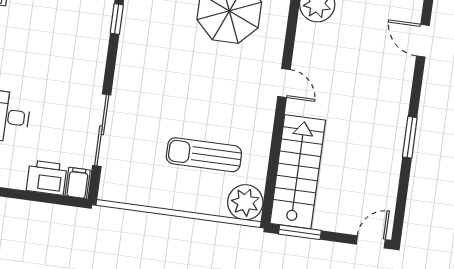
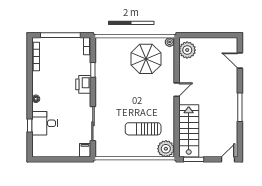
door: (284, 83) -> (177, 90), hinge flipped
window: (410, 137) -> (240, 107), width x1.44
printer: (47, 178) -> (83, 84), moved, turned -90

